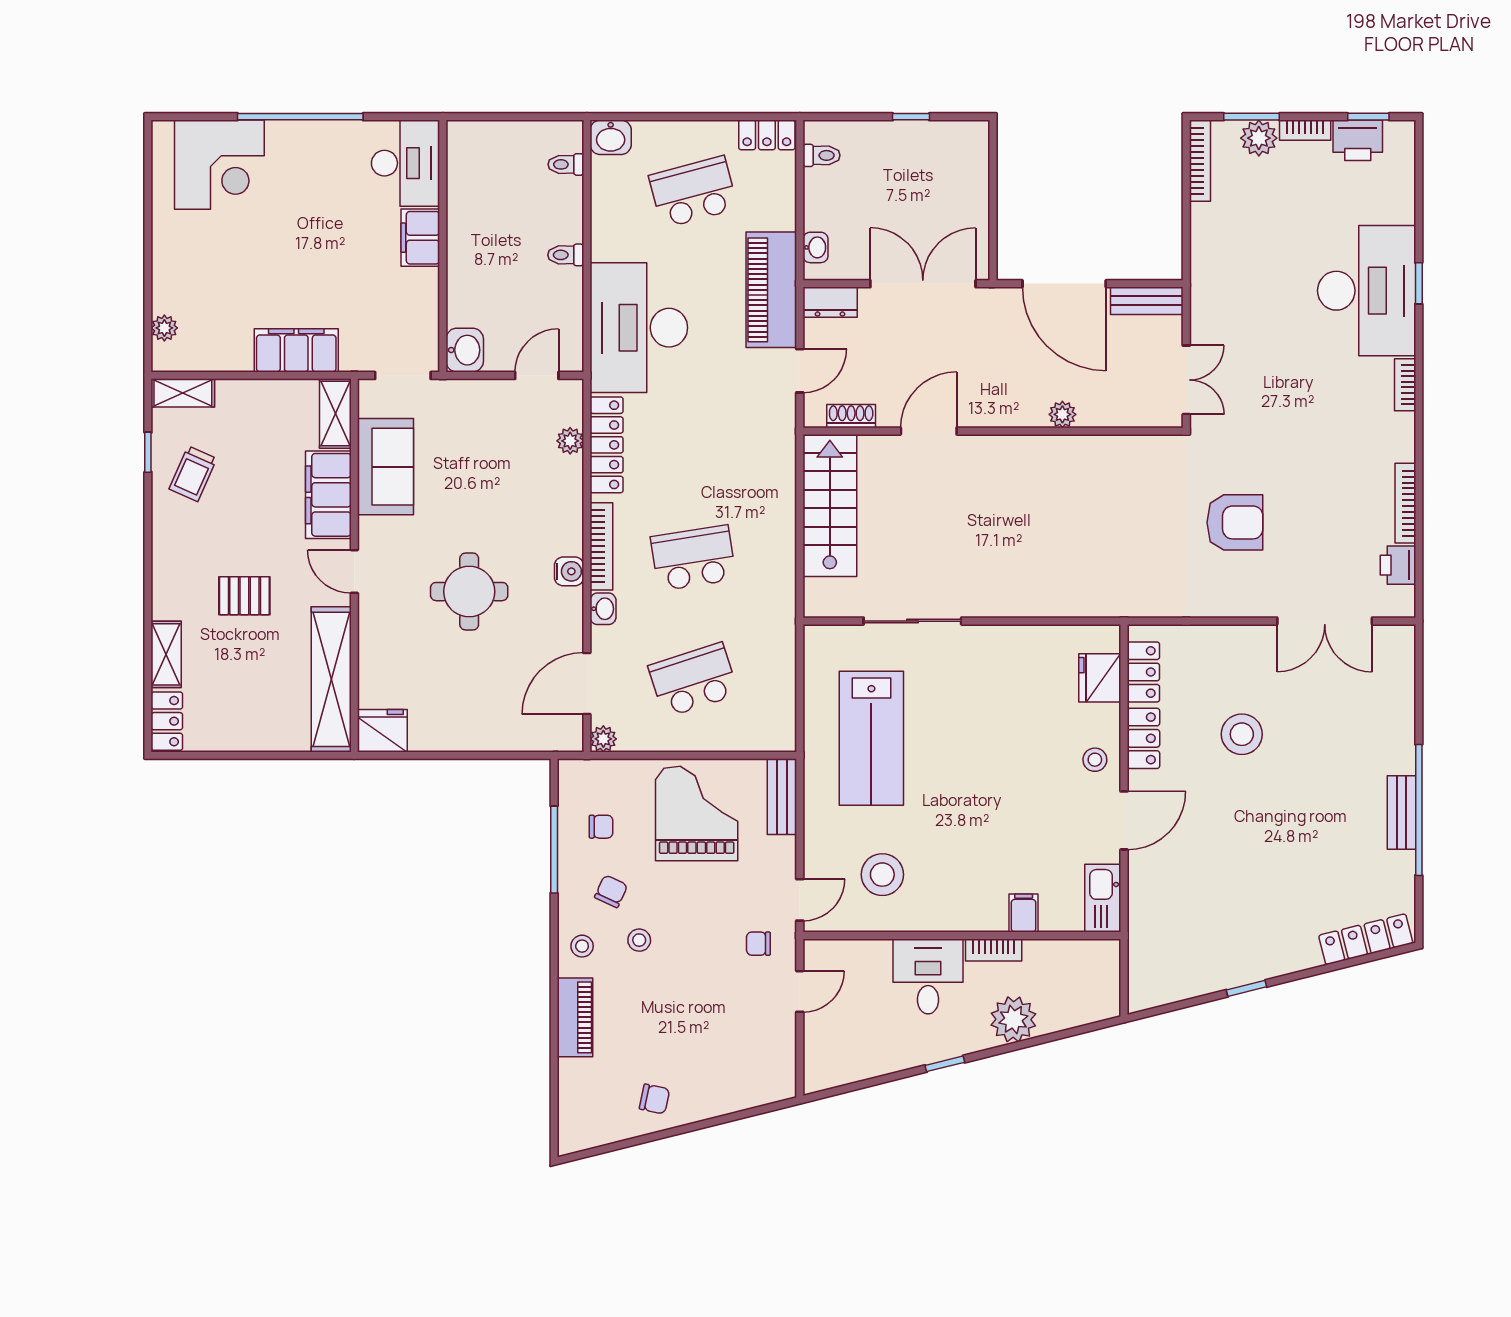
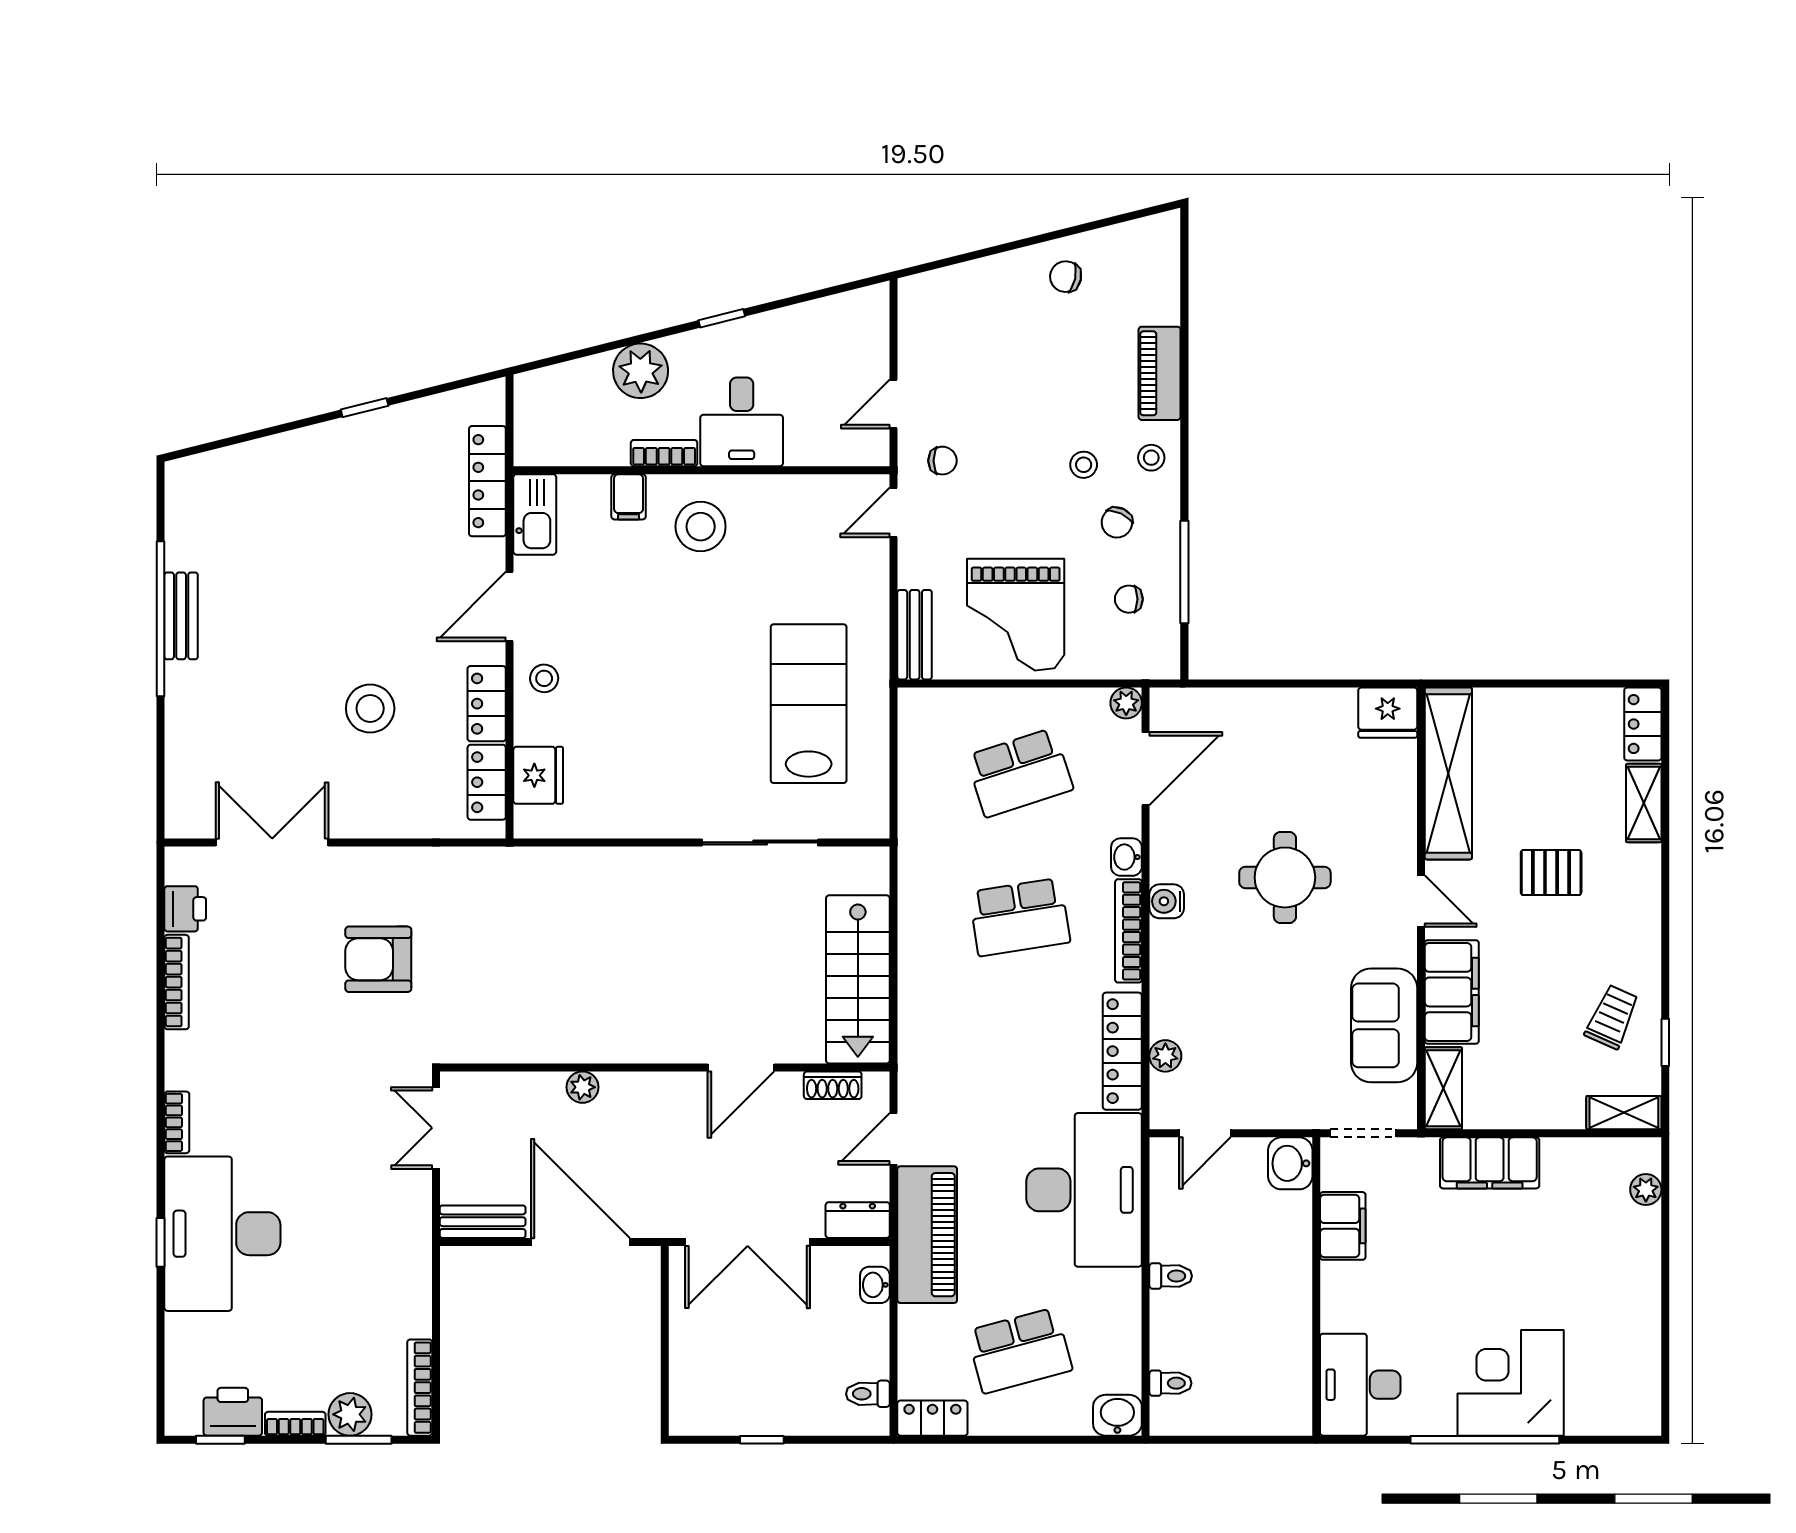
corner desk: (219, 165) -> (1511, 1383), moved
filing cabinet: (420, 238) -> (1343, 1226), moved
stool: (882, 875) -> (701, 527), moved
locker: (1366, 939) -> (487, 481), moved, turned 104

